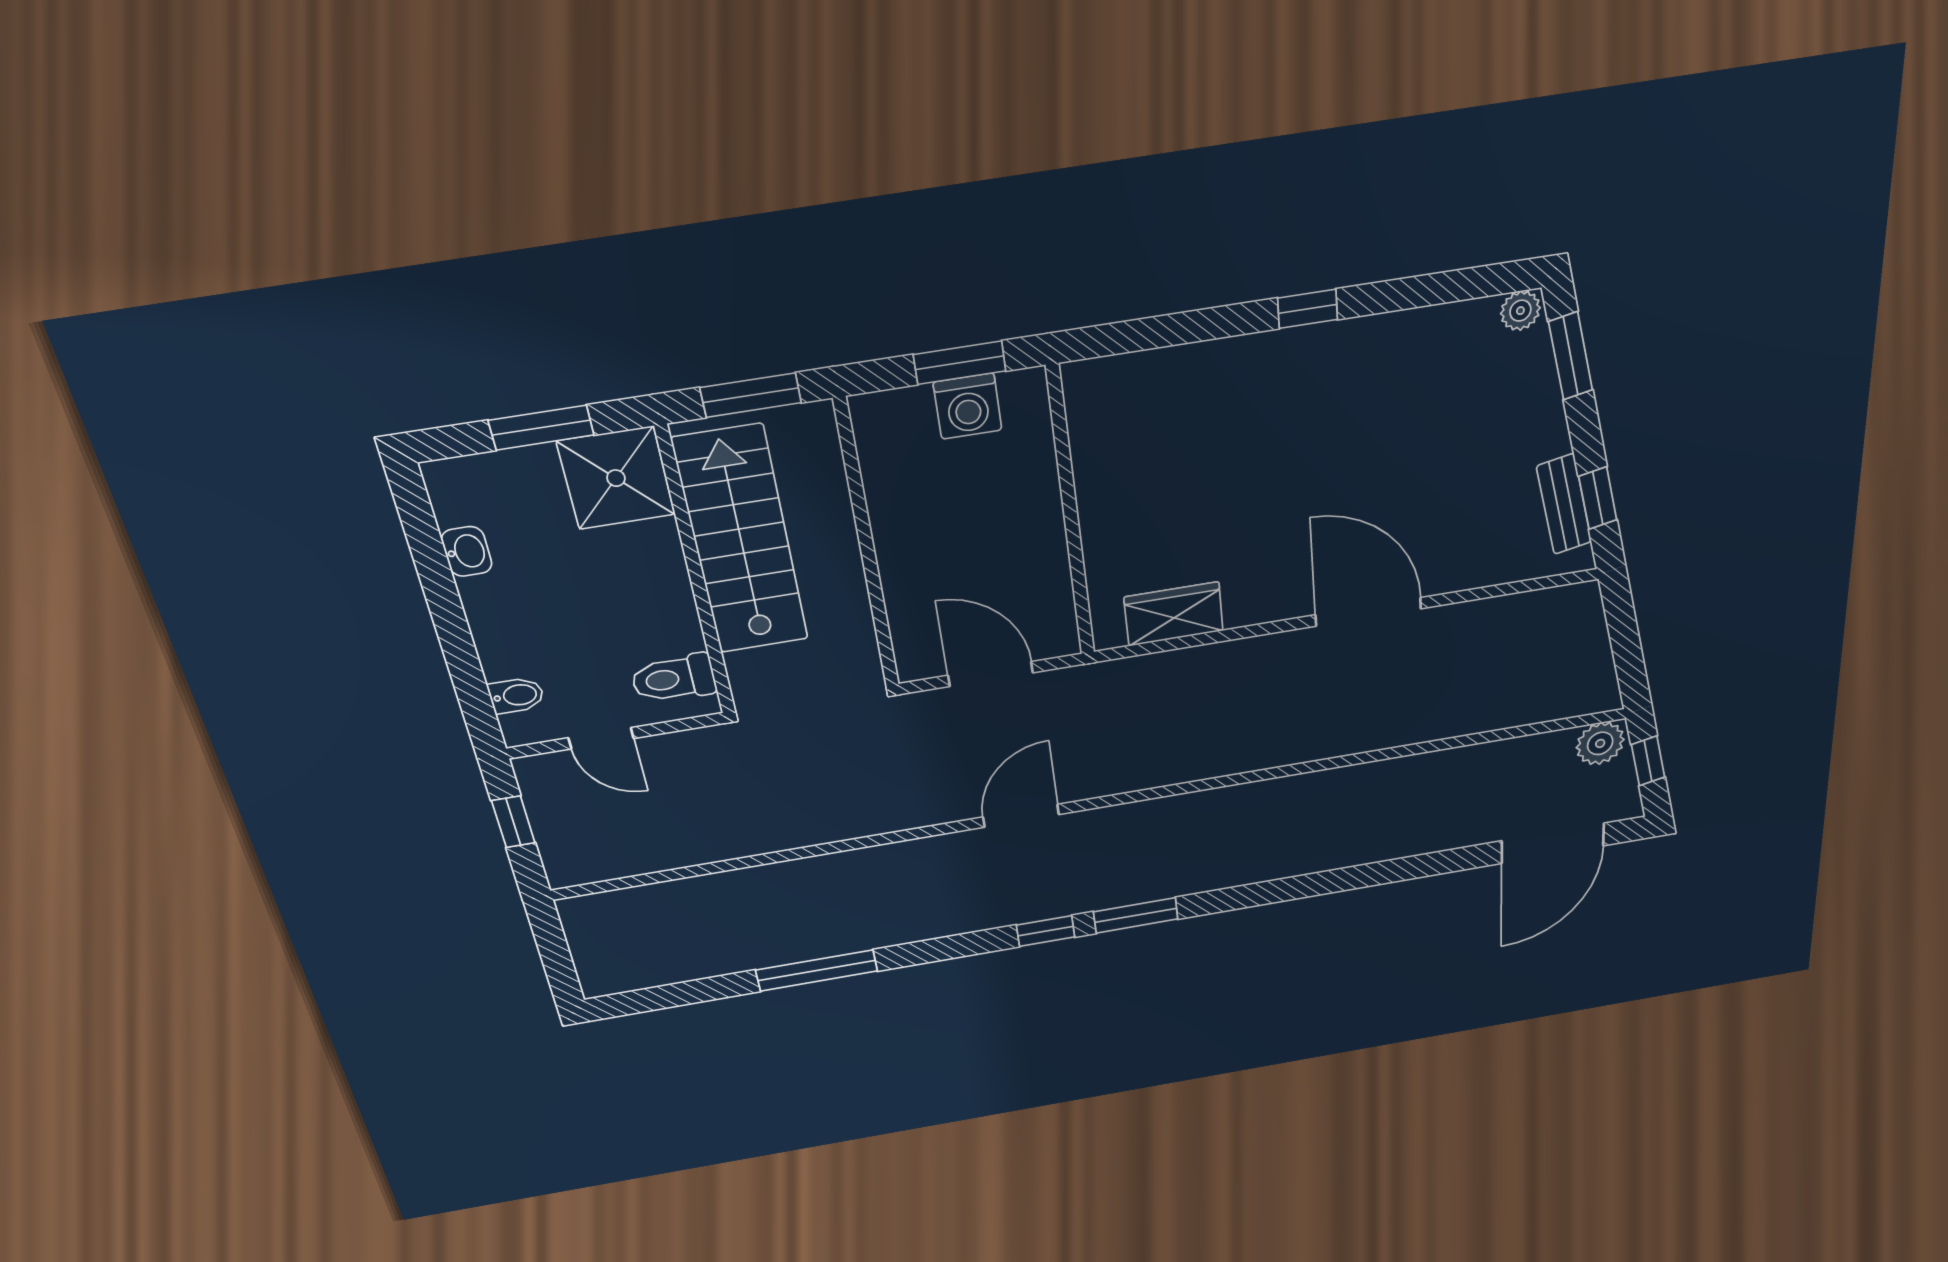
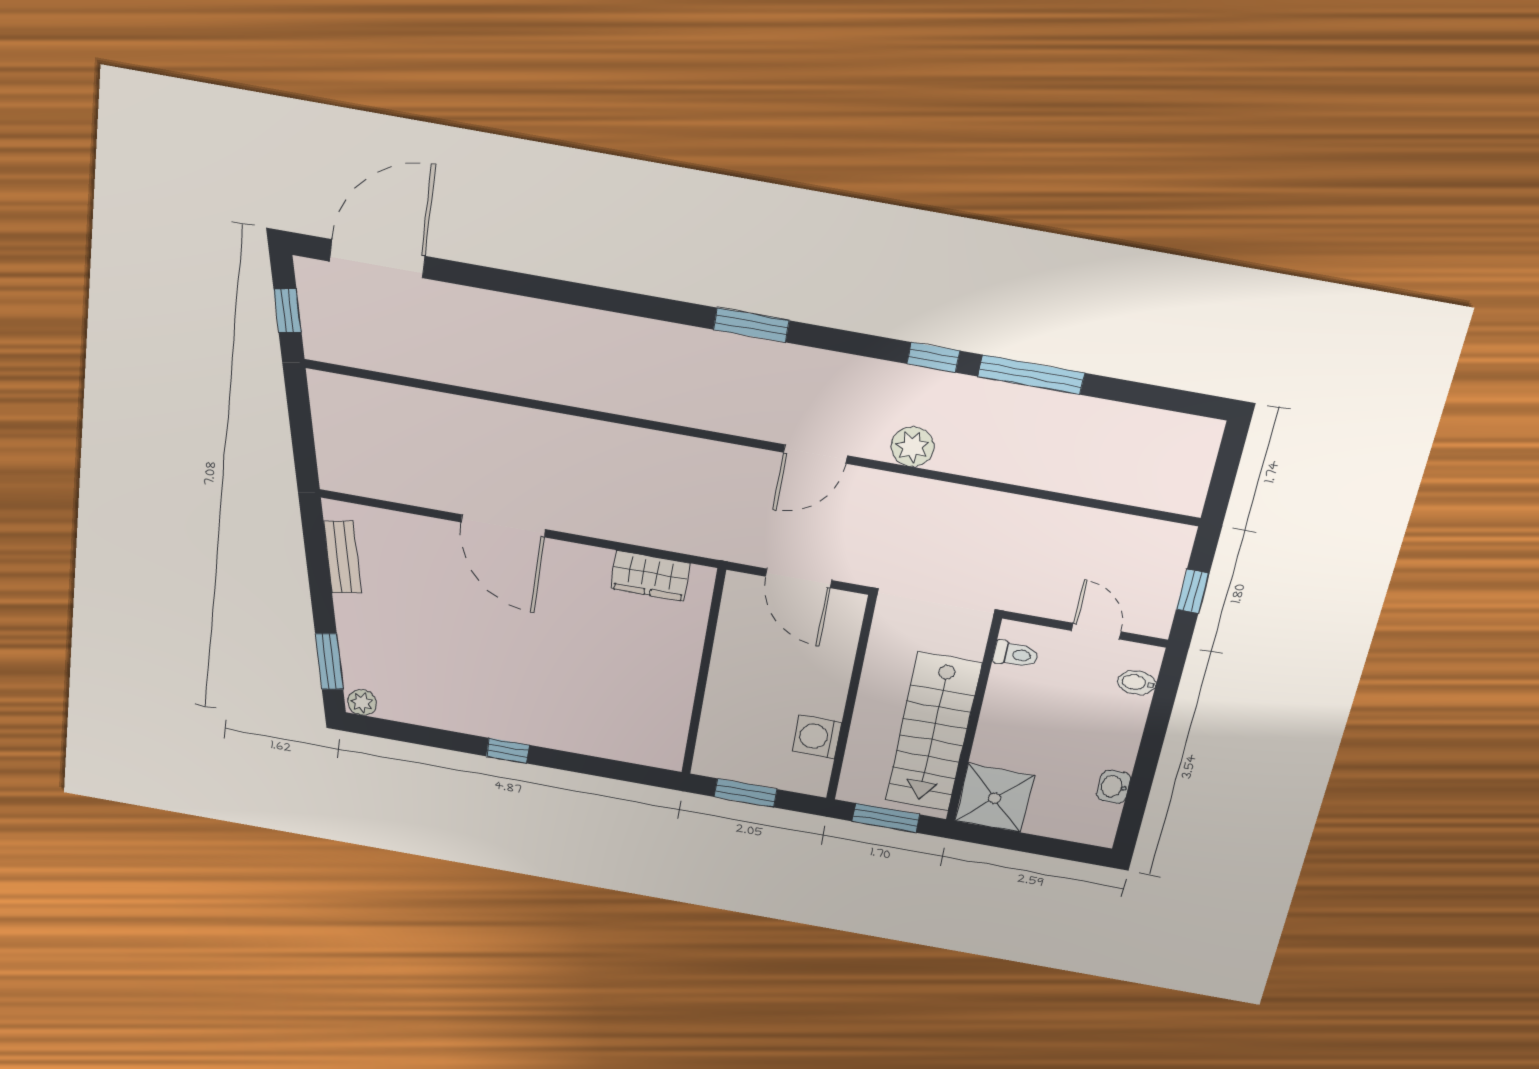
washing machine: (968, 406) -> (817, 737), moved, turned -90
window: (541, 428) -> (1025, 843), removed
window: (1598, 498) -> (316, 553), removed
toilet: (674, 678) -> (1016, 654), width x0.73, depth x0.72
plant: (1600, 743) -> (913, 447), moved
window: (1046, 931) -> (933, 357), moved

